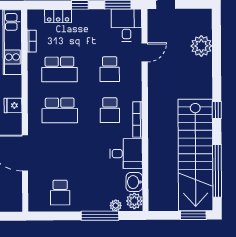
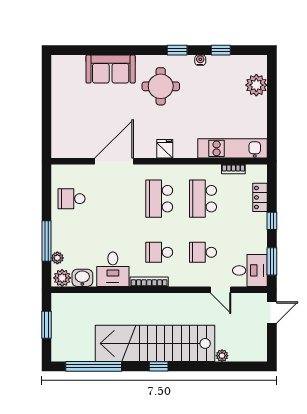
plant: (201, 46) -> (222, 356), width x0.53, depth x0.53
stairs: (195, 155) -> (155, 343), moved
window: (193, 215) -> (46, 325), moved

